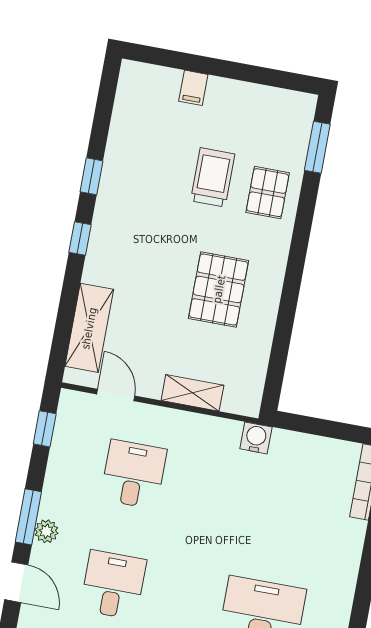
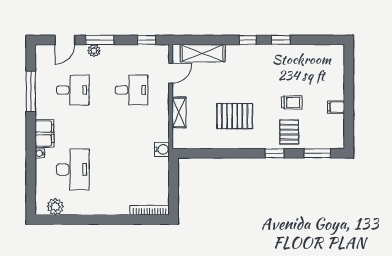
filing cabinet: (193, 88) -> (336, 107), moved
trolley: (213, 177) -> (292, 102), width x0.73, depth x0.72
pallet: (268, 193) -> (289, 132), turned 90
window: (302, 227) -> (275, 153), added

